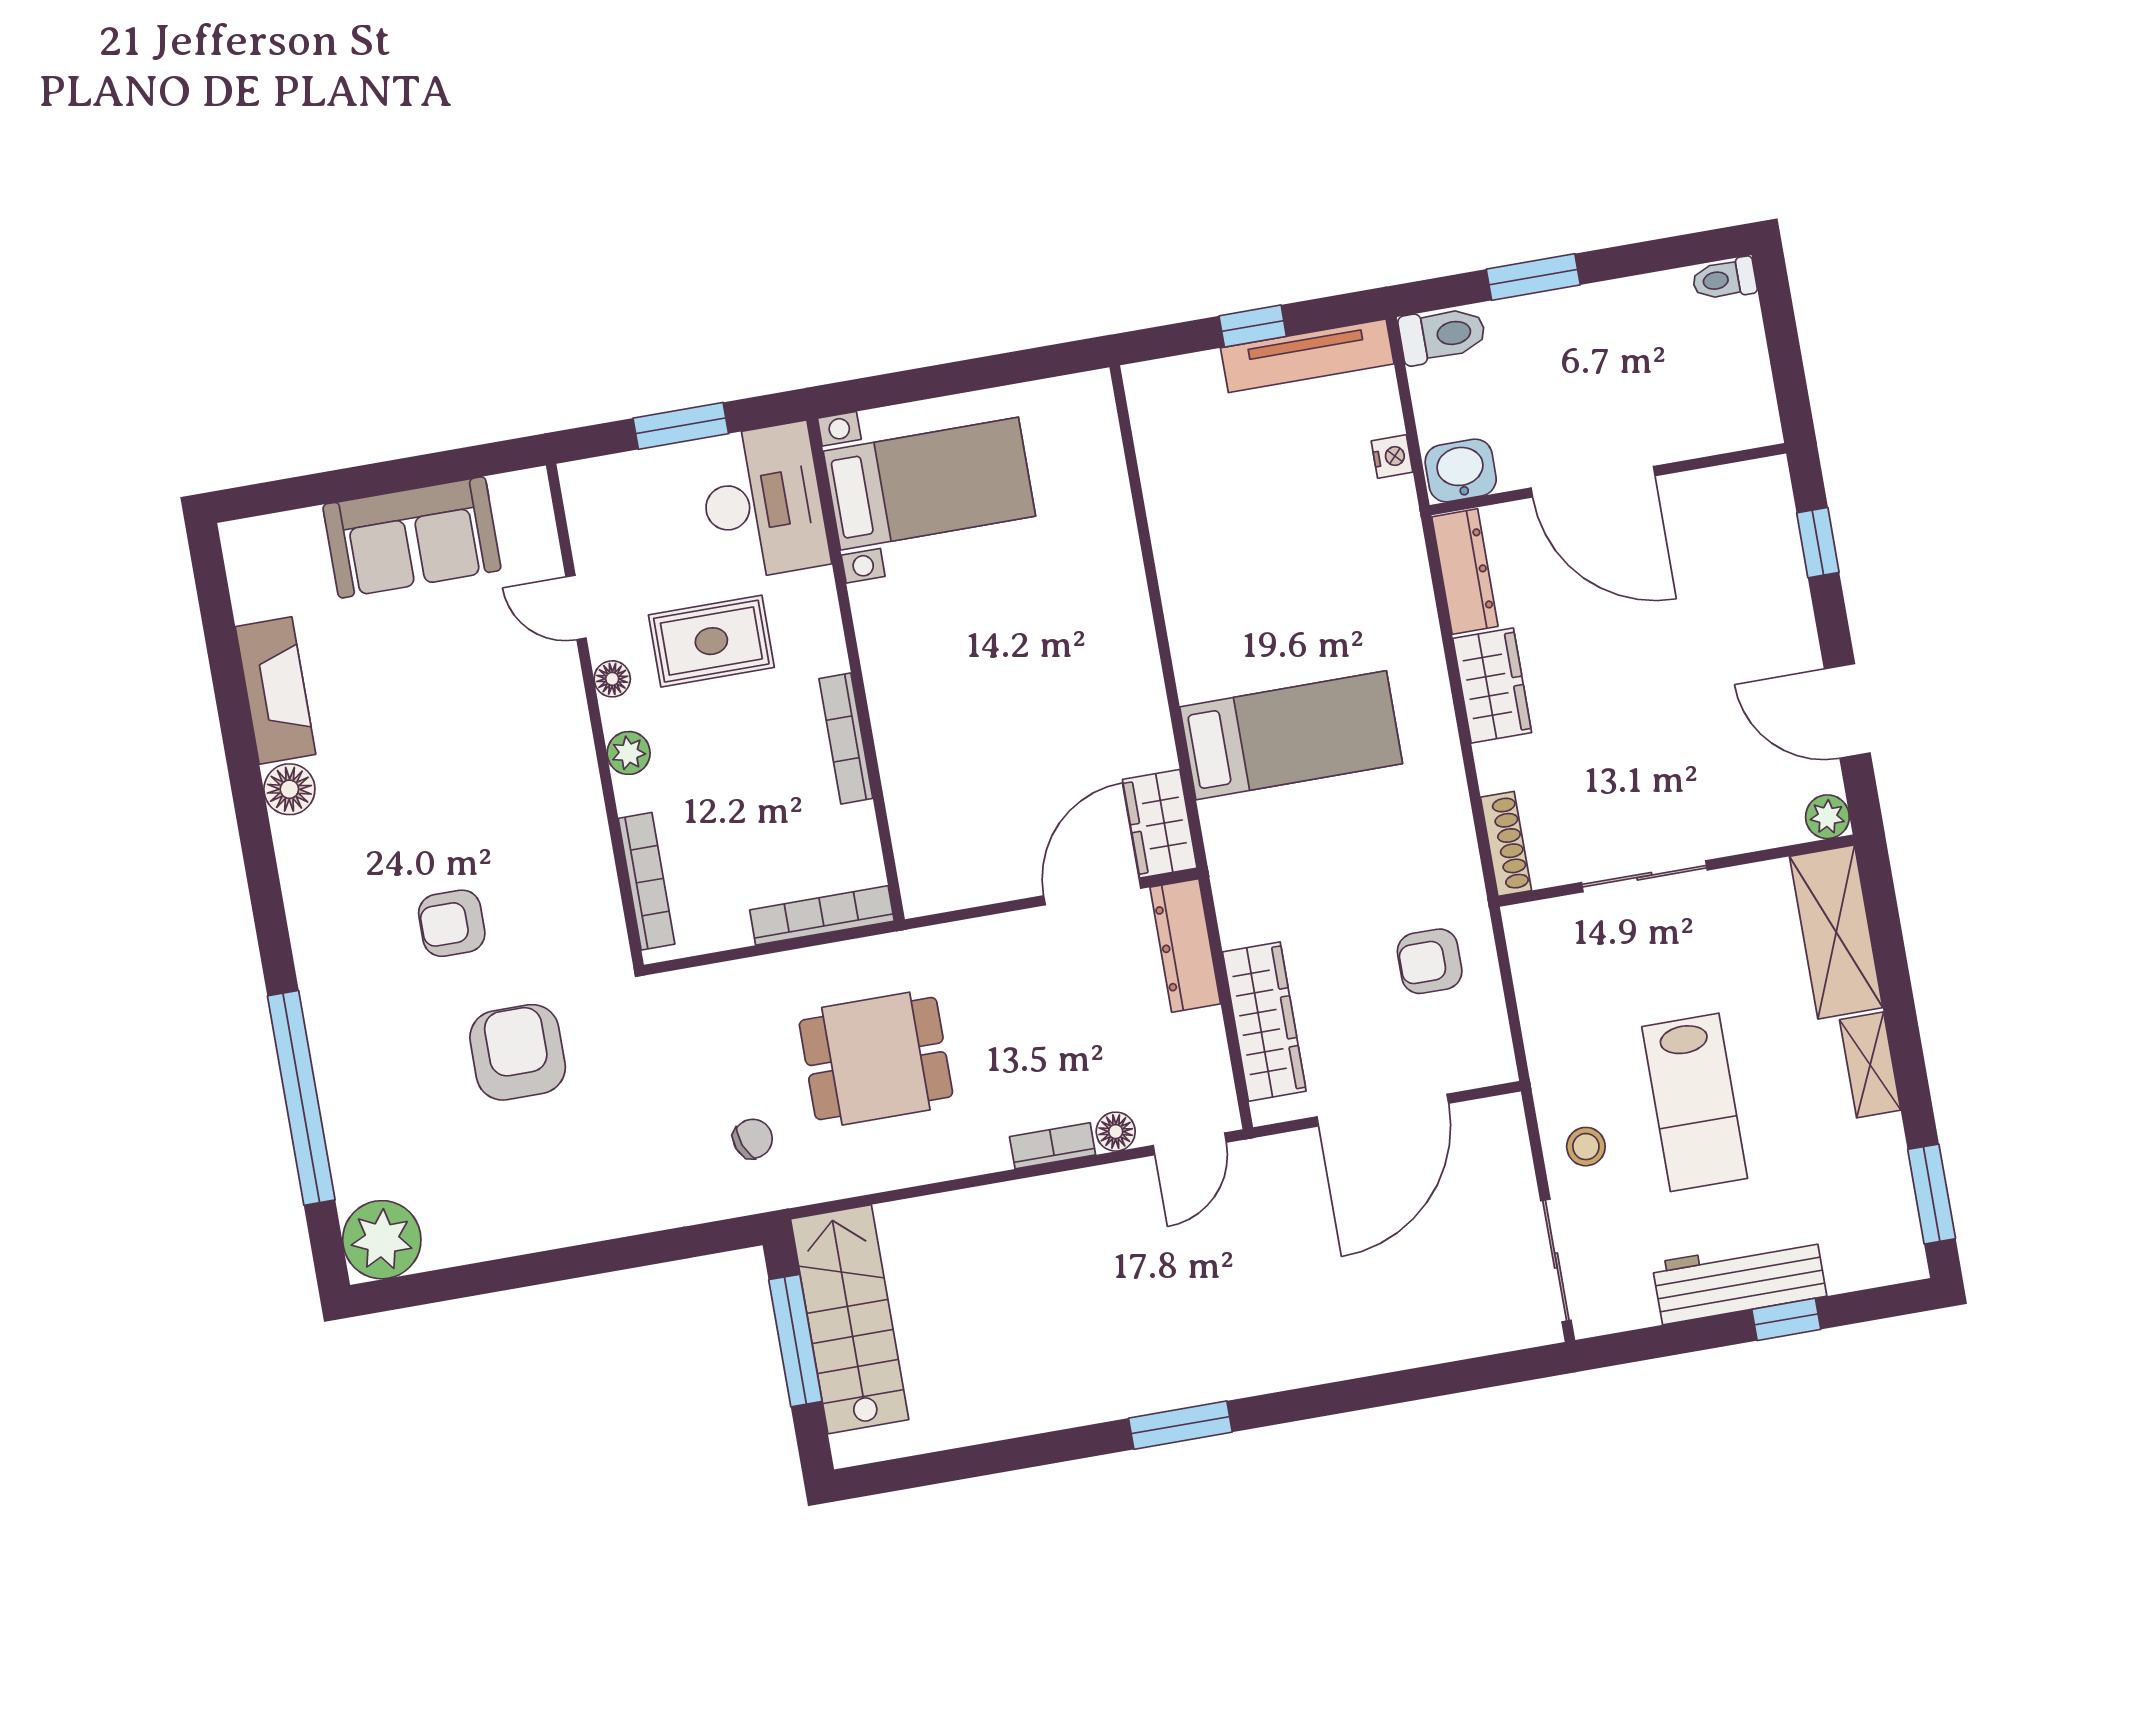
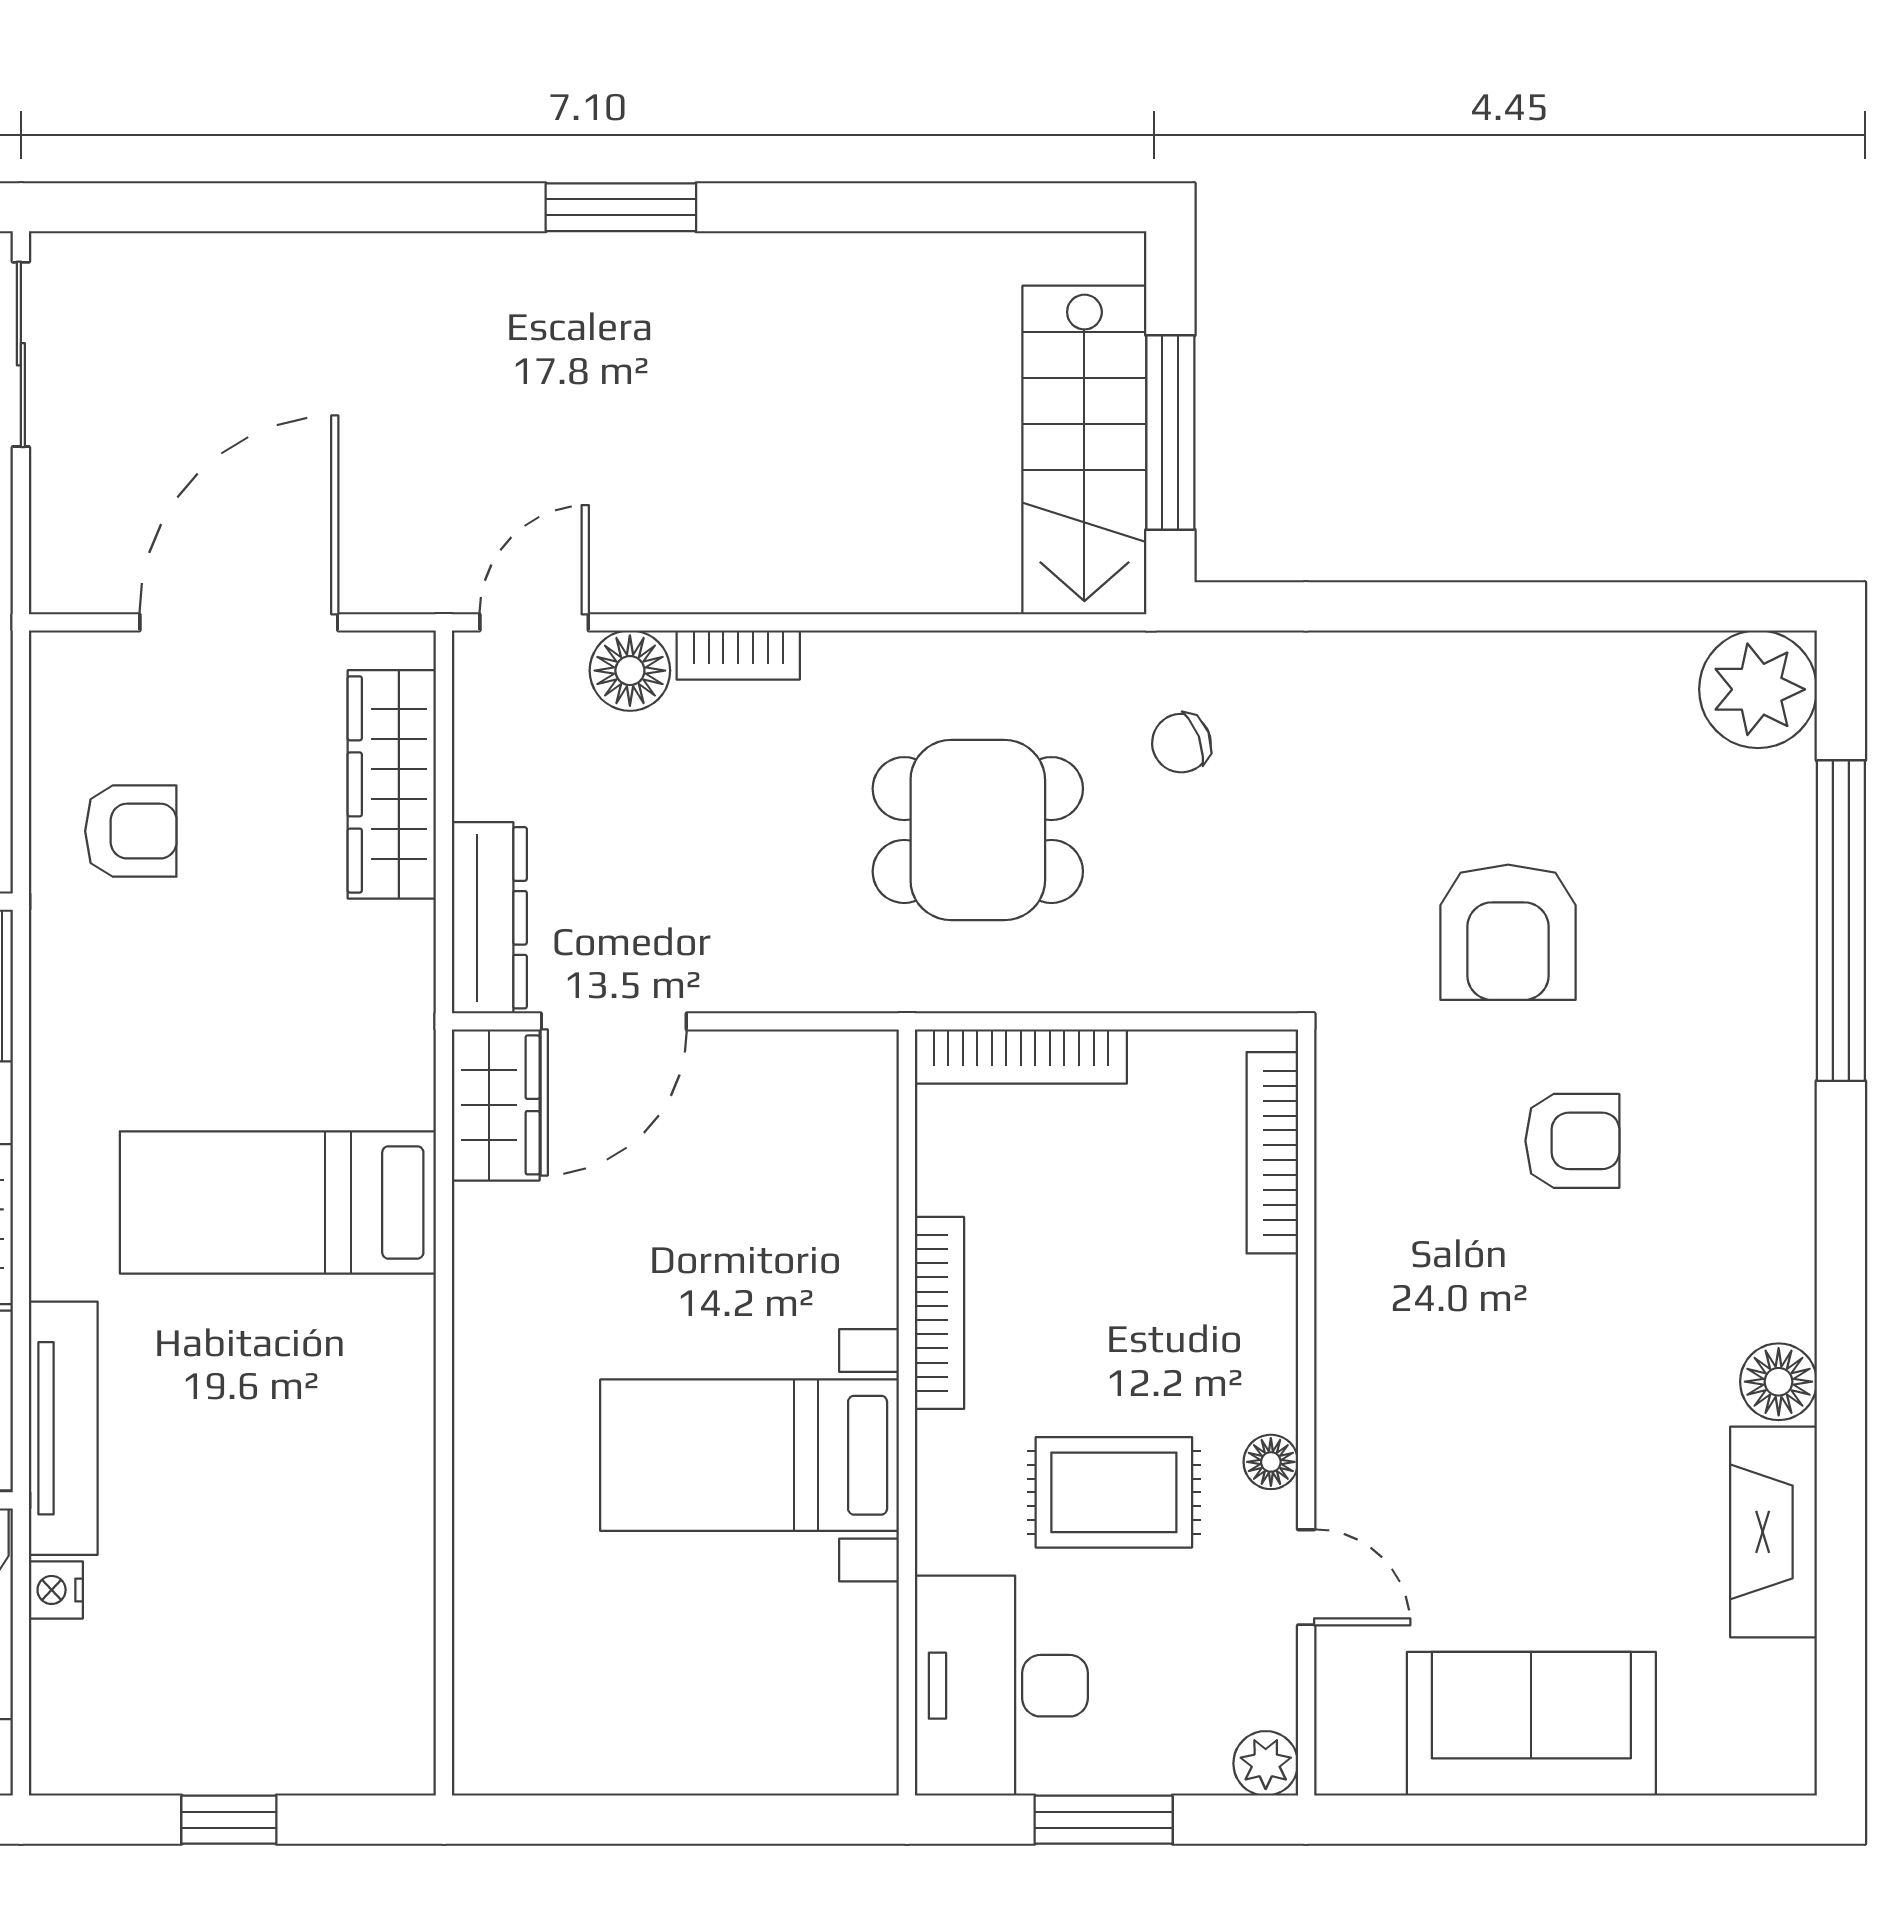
tv unit: (1307, 356) -> (63, 1428), moved, turned 90
bed with nightstands: (929, 484) -> (750, 1455), moved
plant: (629, 753) -> (1266, 1763), moved
floor lamp: (1116, 1132) -> (630, 671), width x1.37, depth x1.37

